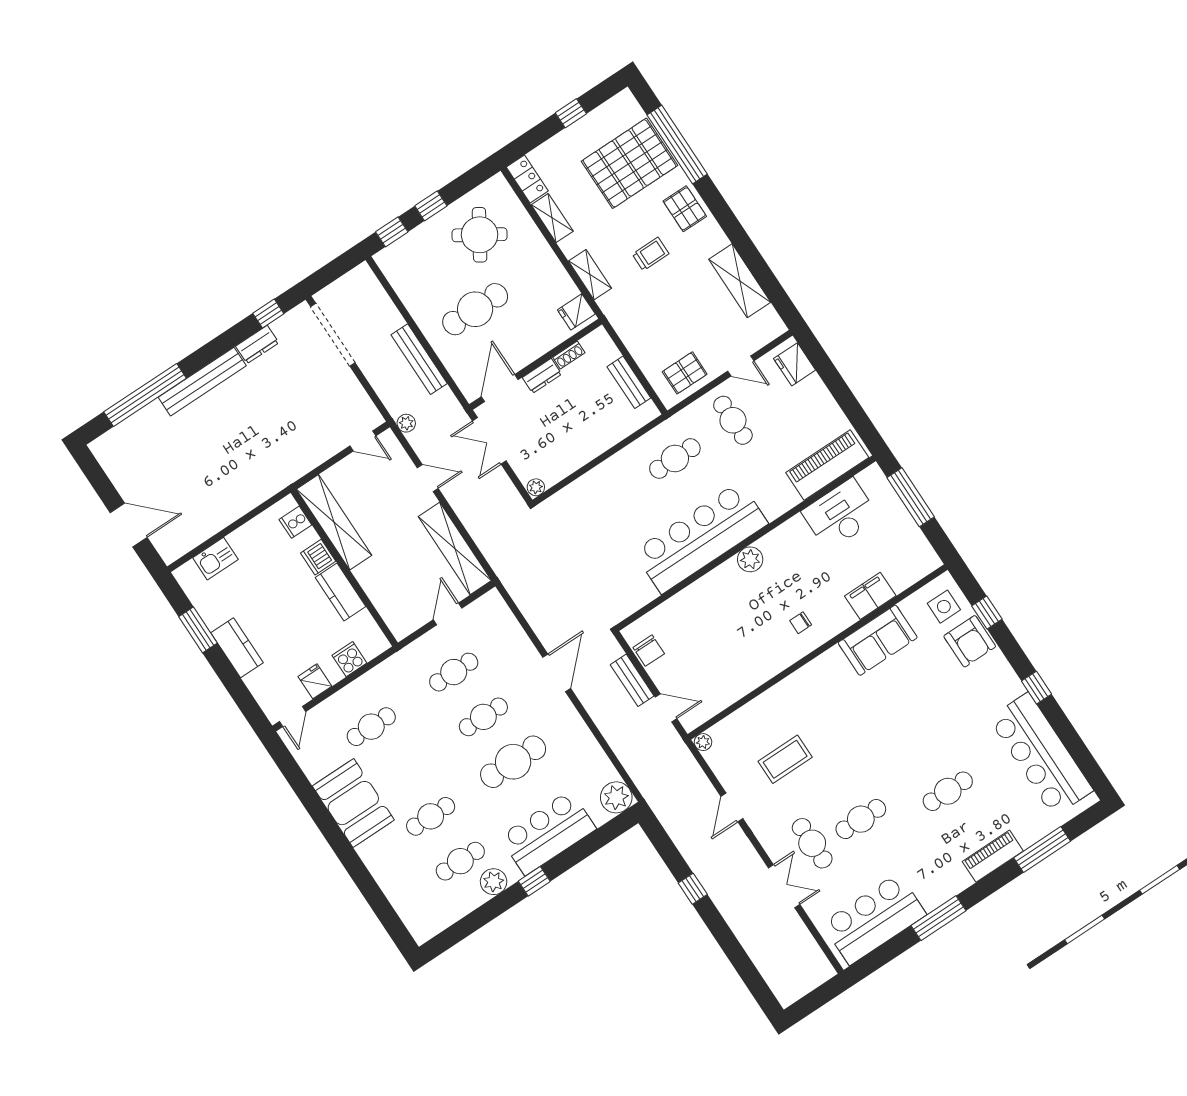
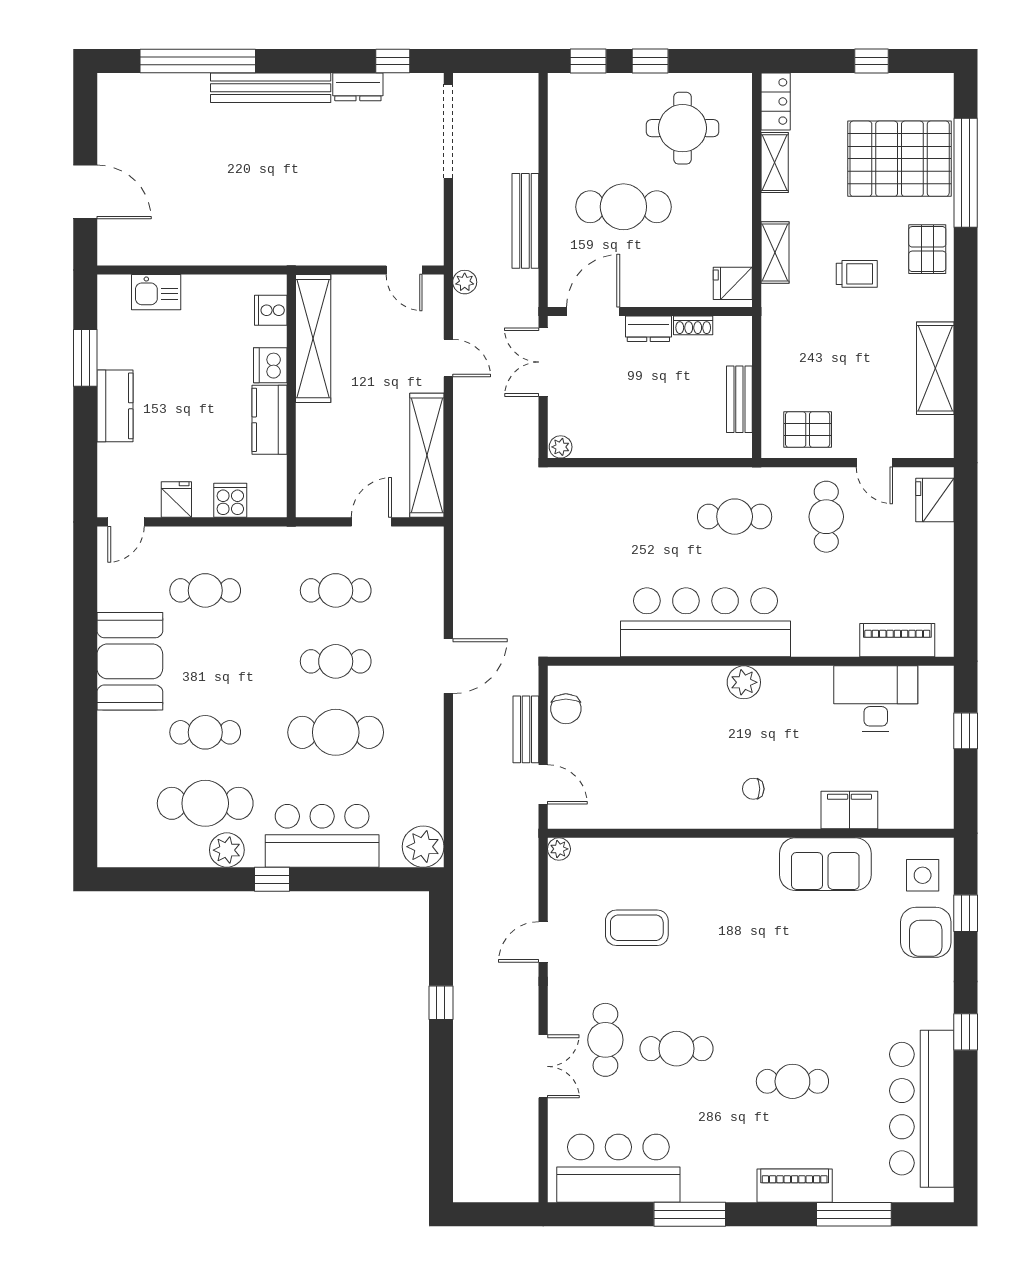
round table: (480, 235) -> (683, 128), turned -32
piano: (827, 465) -> (897, 640), width x0.73, depth x0.75
window: (911, 497) -> (966, 731), width x0.46
cafe table: (460, 861) -> (205, 803), width x1.37, depth x1.35

